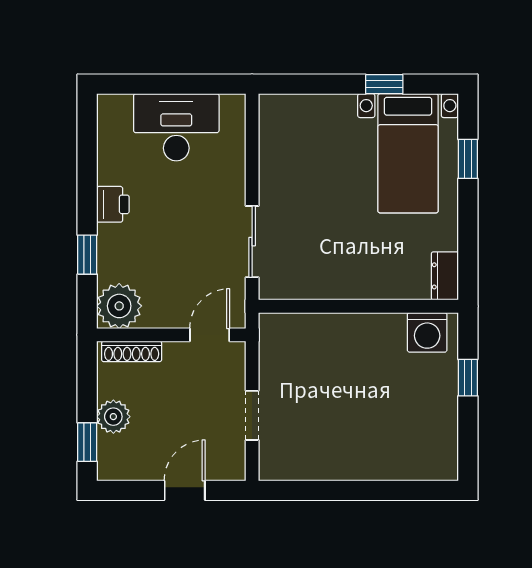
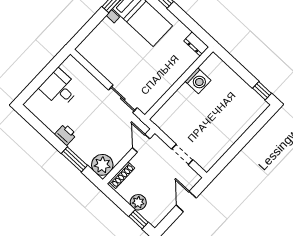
desk: (176, 127) -> (59, 88), width x0.73
window: (87, 255) -> (74, 159), width x1.50
washing machine: (427, 332) -> (198, 81), moved
window: (468, 378) -> (262, 91), moved

